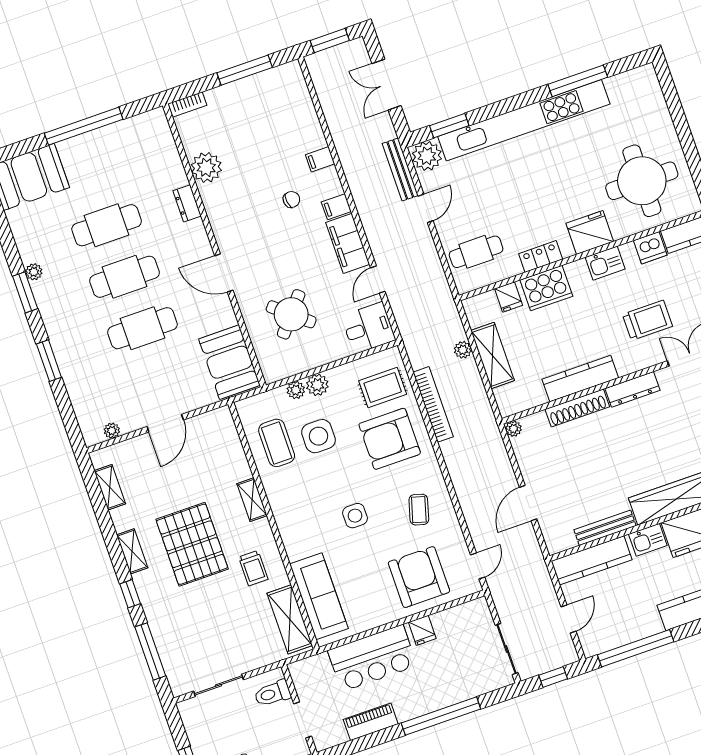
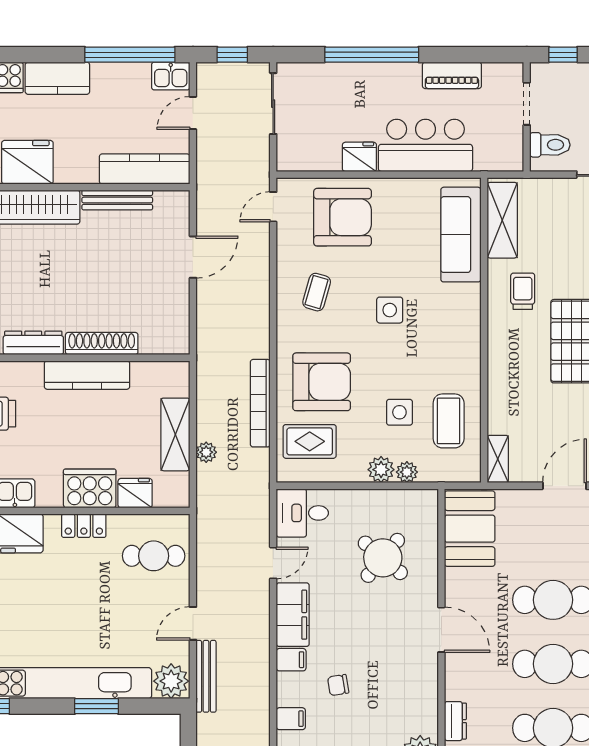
window: (449, 126) -> (97, 706), moved
fridge: (509, 297) -> (135, 493), width x1.38
plant: (514, 429) -> (180, 345), removed
side table: (318, 436) -> (399, 412), width x0.73, depth x0.73
shelving: (252, 500) -> (498, 459), moved
kitchen sink: (648, 540) -> (171, 76), moved, turned 180
armchair: (419, 577) -> (343, 217), turned -90
fridge: (422, 630) -> (359, 157), width x1.38

